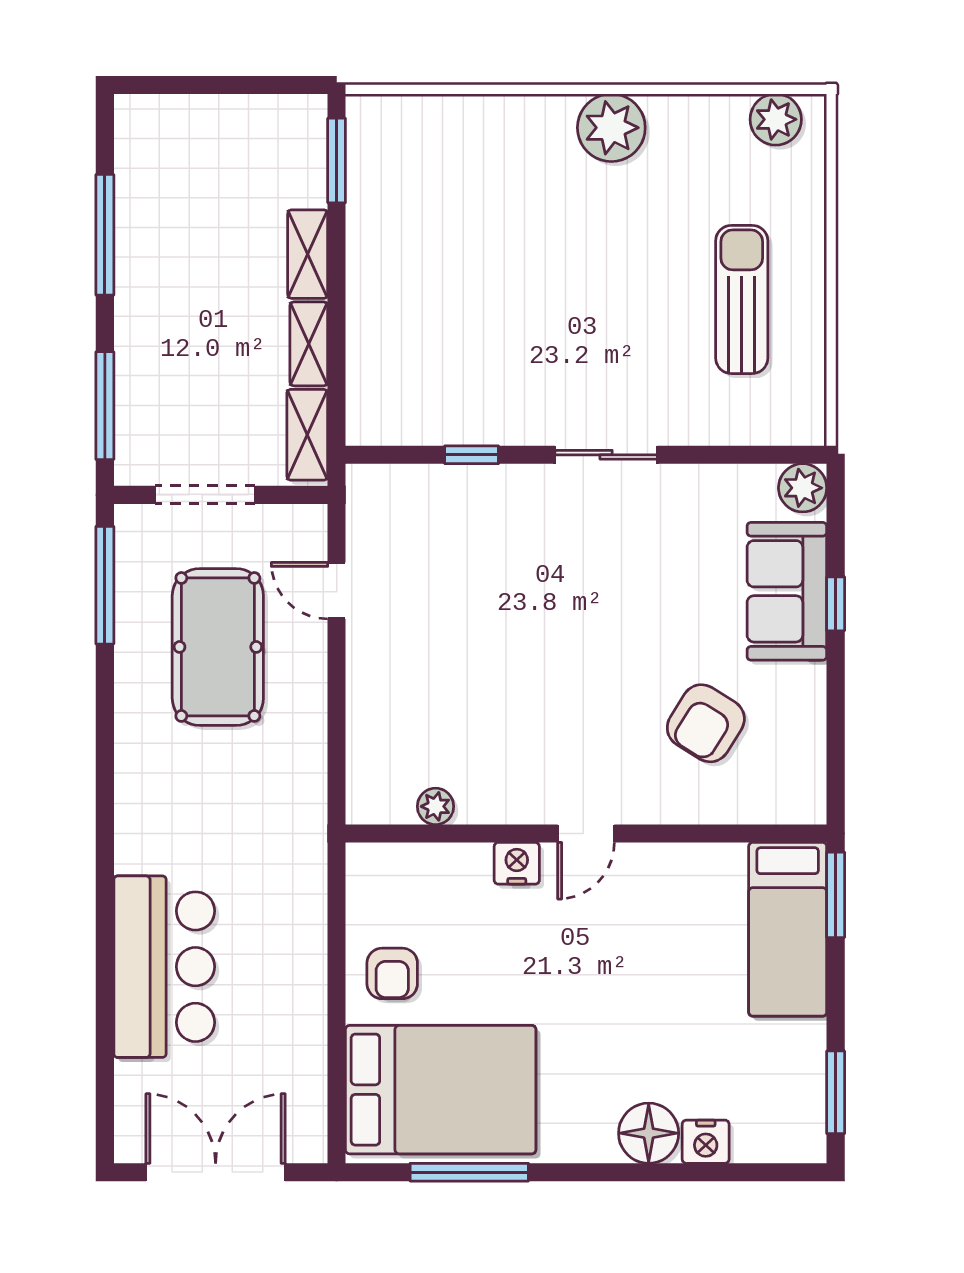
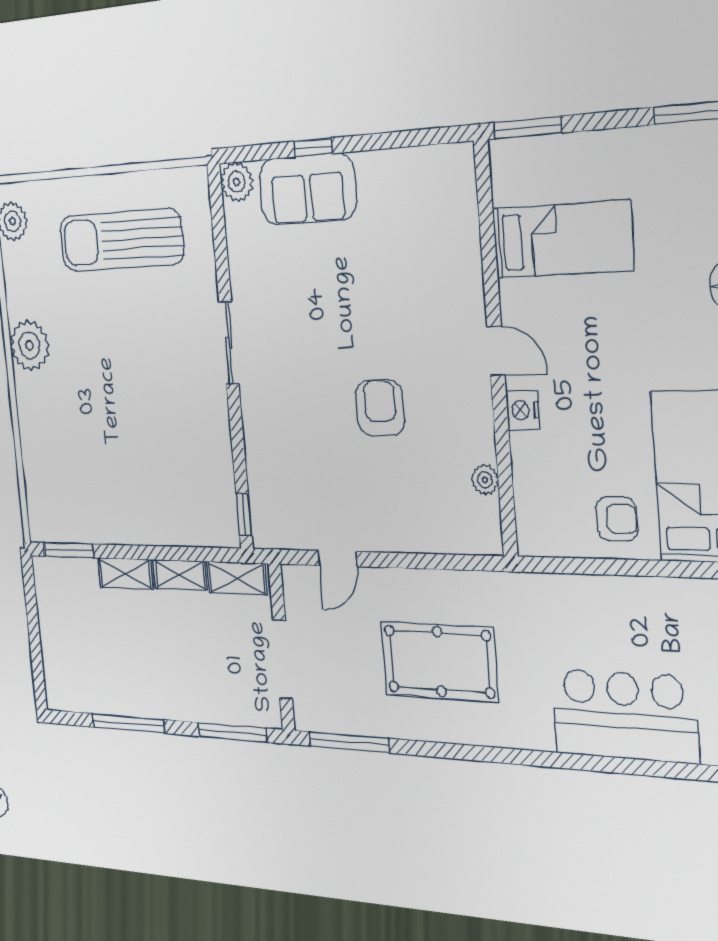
sun lounger: (742, 299) -> (121, 240), width x1.36, depth x1.34
window: (472, 455) -> (244, 515), moved
pool table: (218, 647) -> (439, 662), moved
armchair: (706, 723) -> (380, 408), moved, turned -122
bed: (788, 929) -> (563, 239), moved

